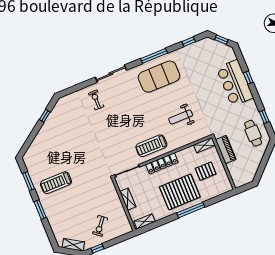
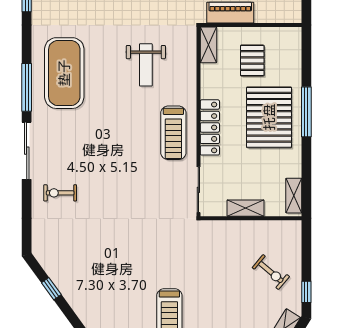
window: (154, 56) -> (27, 87), moved

